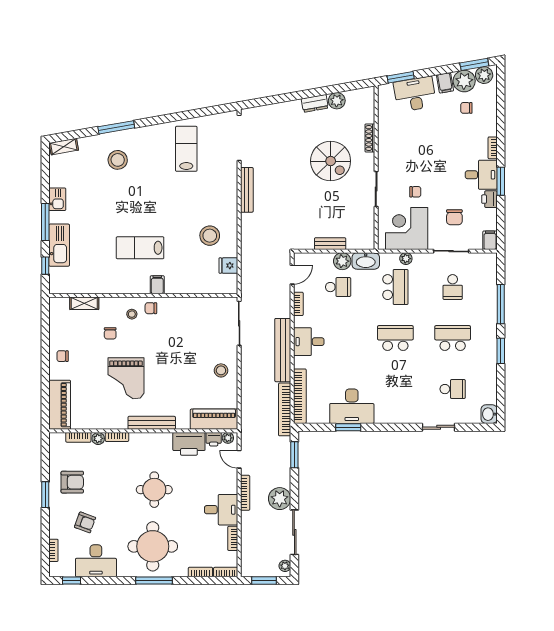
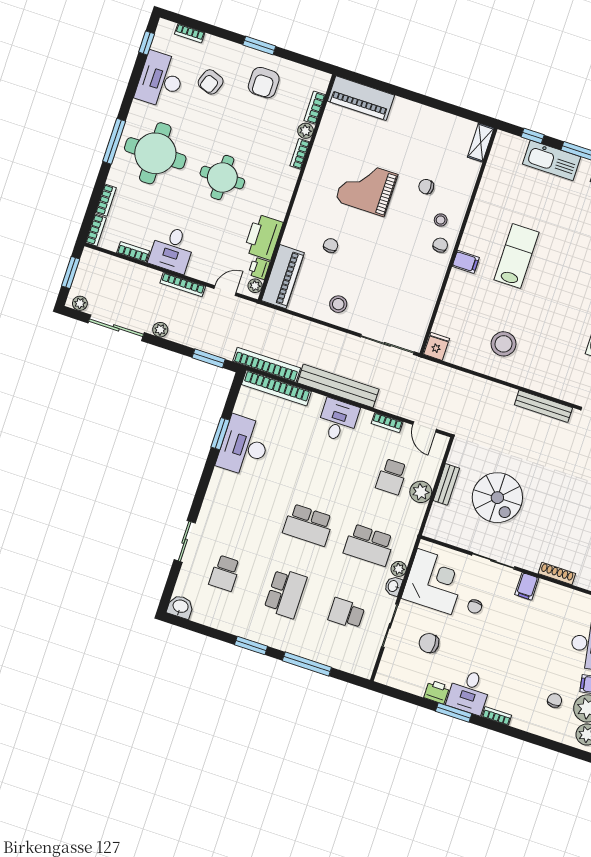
spiral stairs: (331, 161) -> (497, 498), moved, turned -90
filing cabinet: (490, 240) -> (527, 586), moved, turned 90
washbasin: (366, 261) -> (393, 586), moved, width x0.52, depth x0.69
fridge: (228, 266) -> (437, 346), moved
shelving: (84, 303) -> (481, 143), moved
school desk: (395, 338) -> (308, 525), turned 90
chair: (63, 356) -> (331, 245), moved
bench: (152, 423) -> (303, 201), removed
plant: (280, 499) -> (160, 330), width x0.53, depth x0.53

